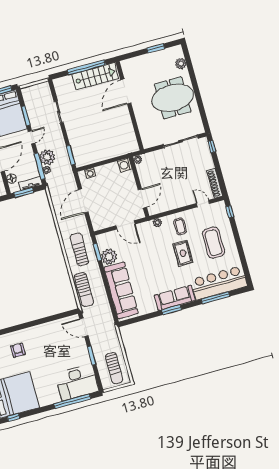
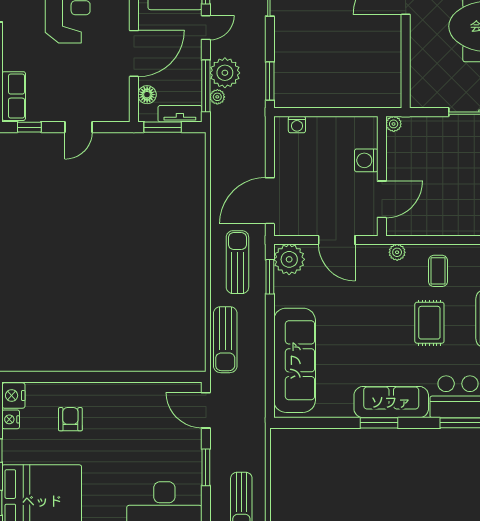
washing machine: (125, 165) -> (366, 160), moved
door: (83, 201) -> (270, 201), moved
plant: (109, 257) -> (289, 259), moved

